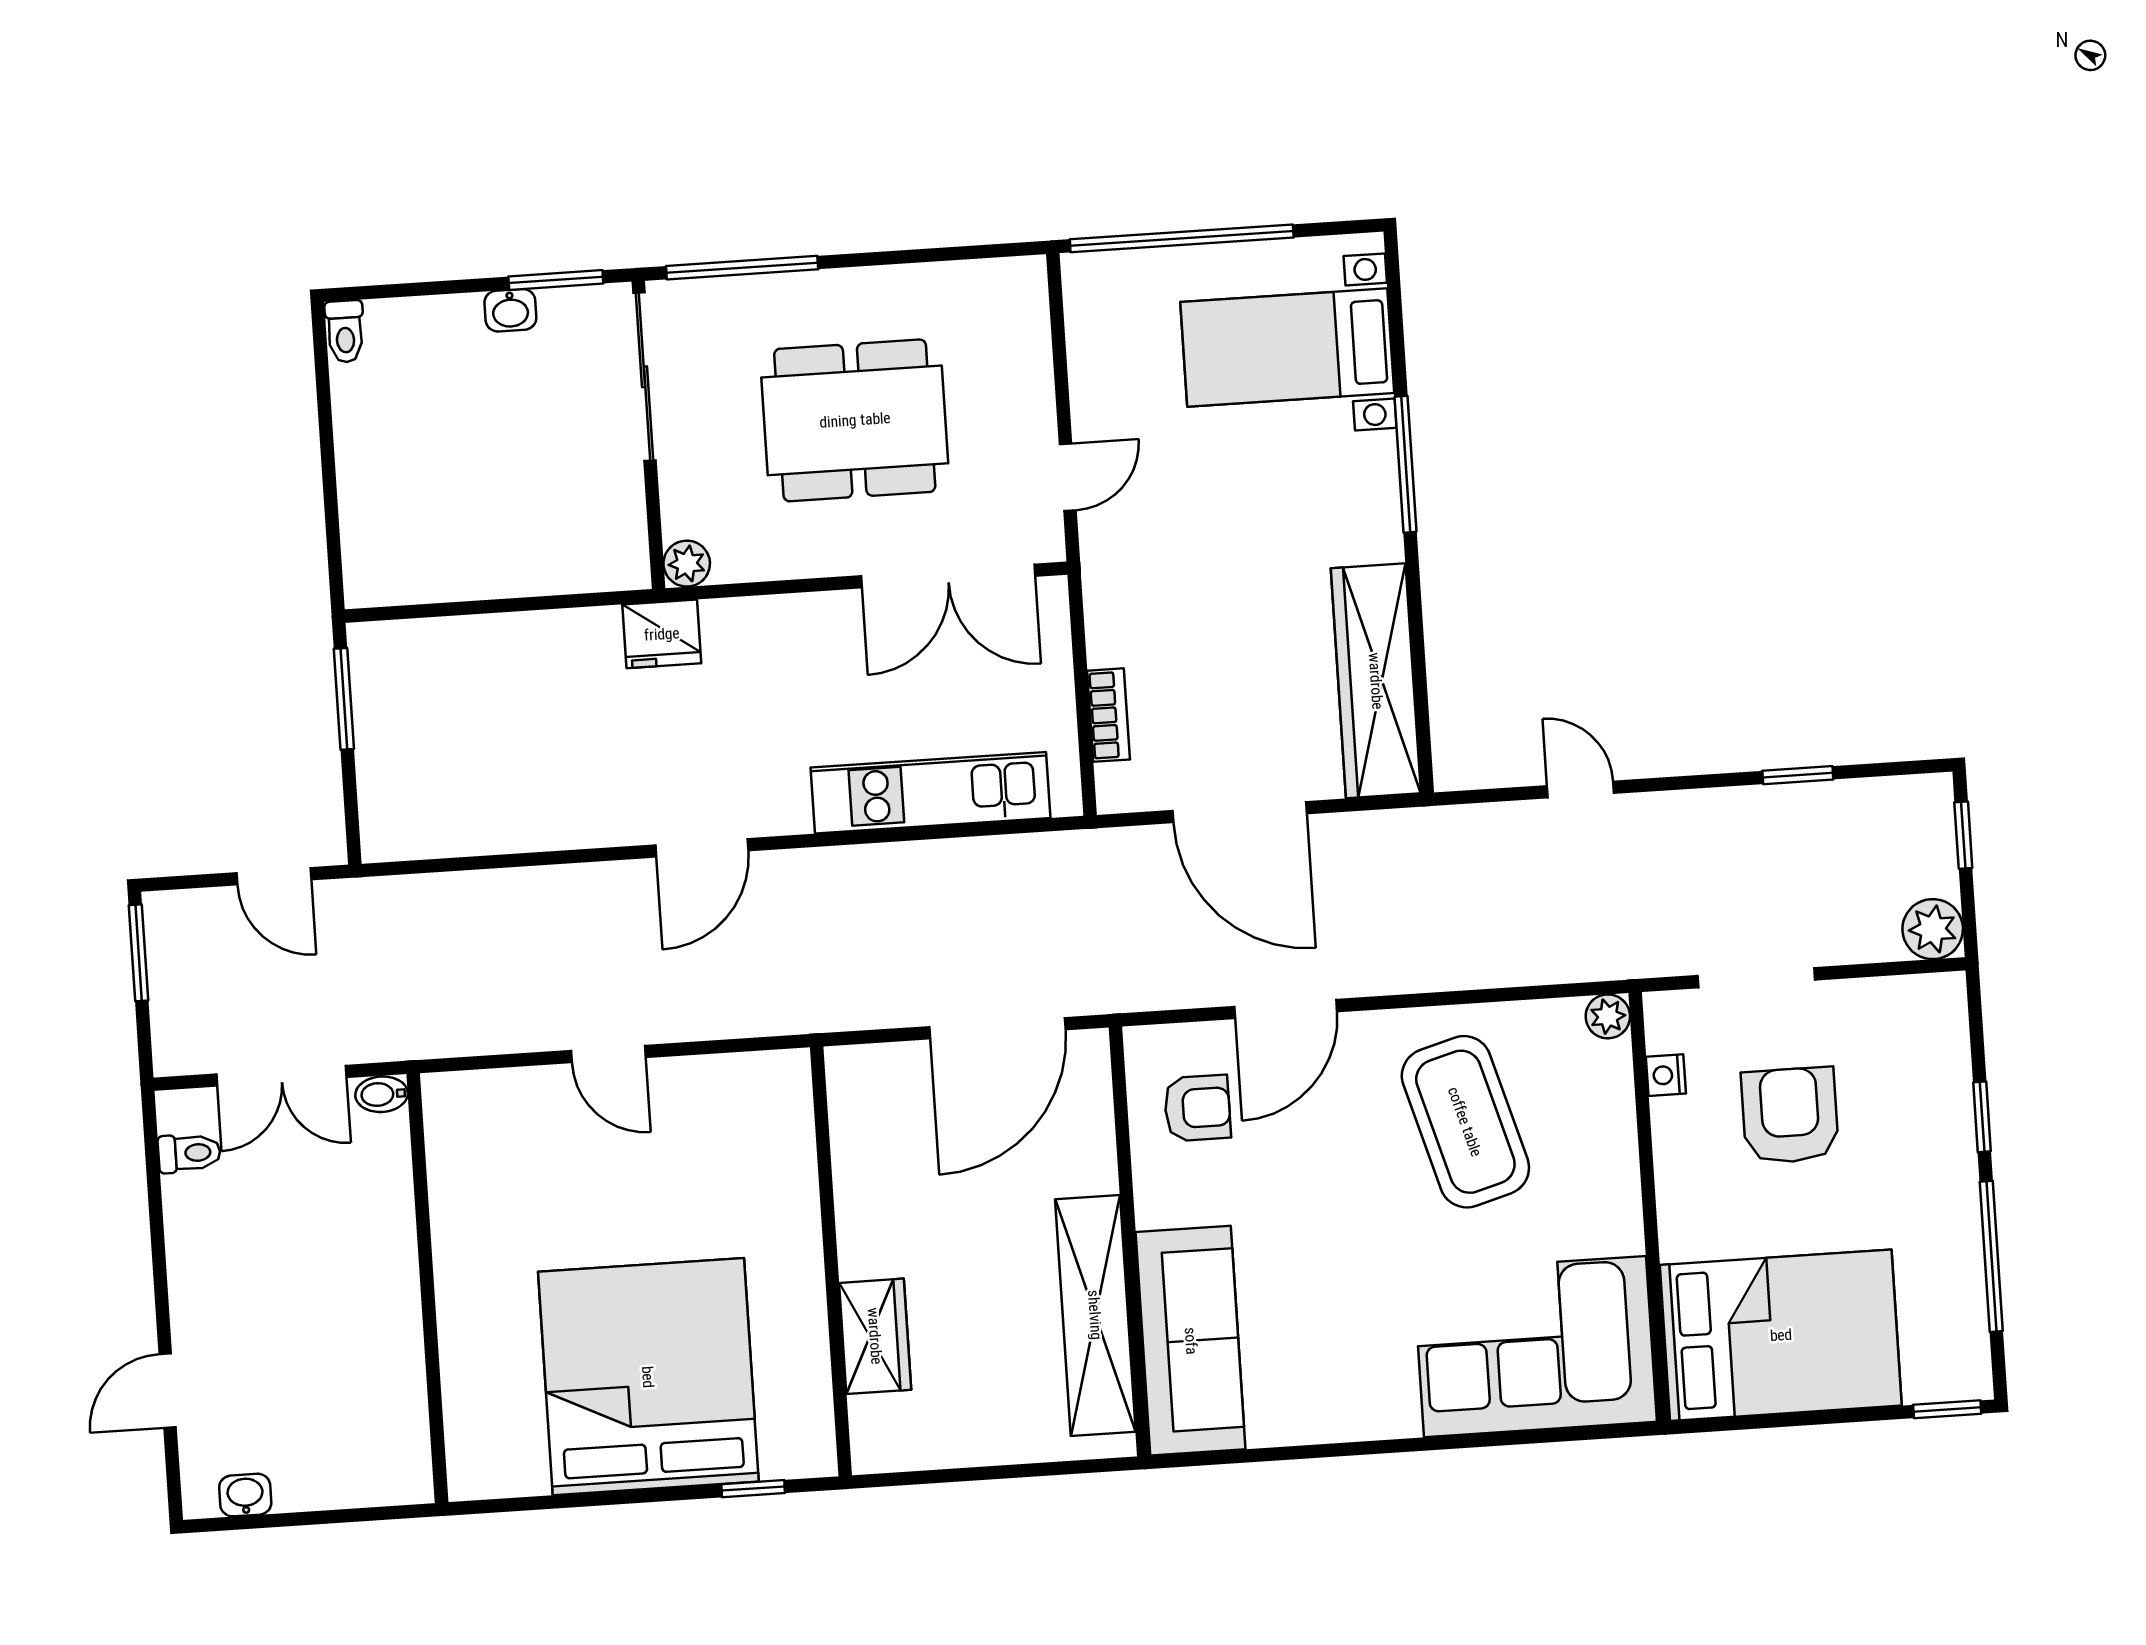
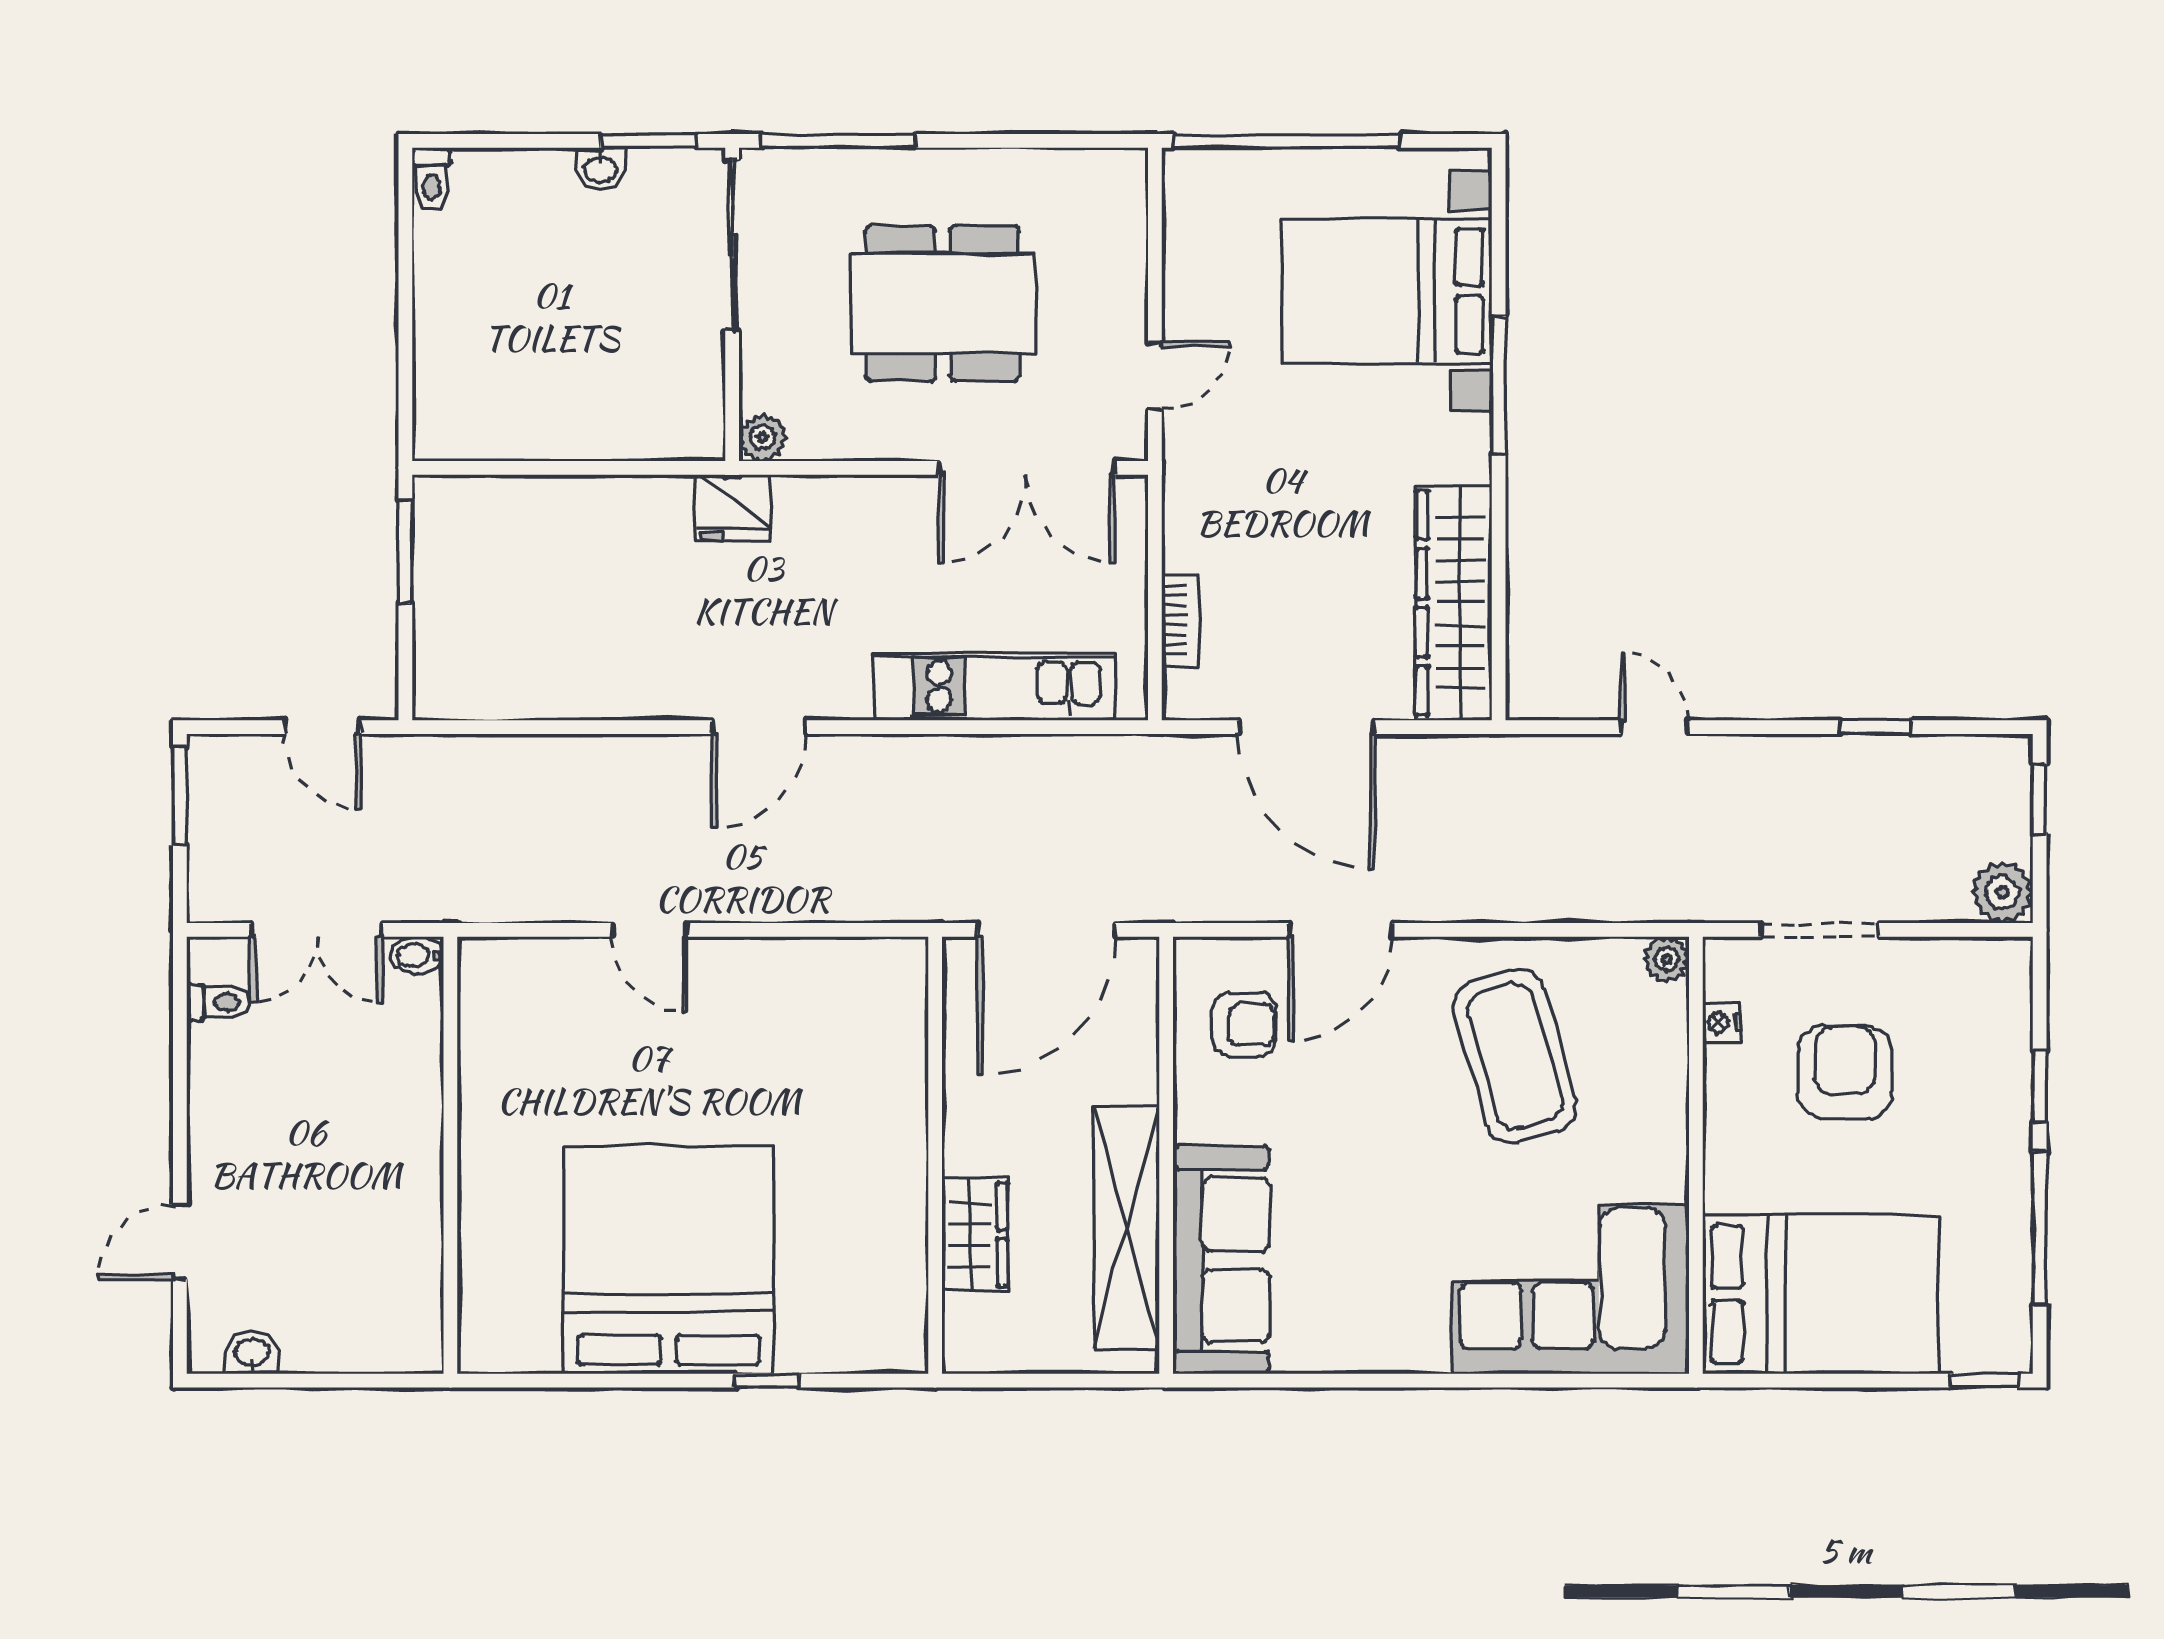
bed with nightstands: (1287, 347) -> (1386, 291), width x1.36
wall: (831, 1261) -> (935, 1155), moved
wardrobe: (875, 1336) -> (975, 1234), moved

